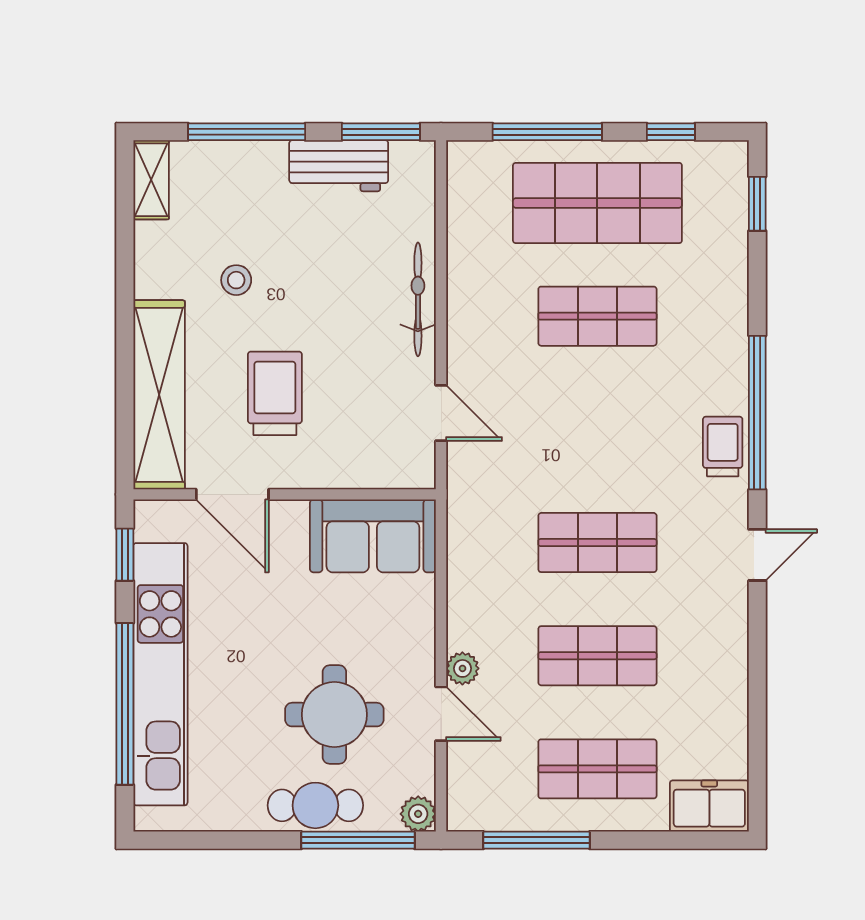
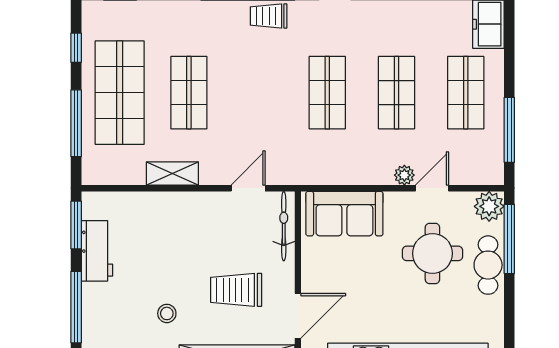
shelving: (465, 289) -> (172, 173), added
bicycle: (418, 299) -> (284, 226), moved, turned 90
sofa: (373, 536) -> (344, 214), moved, turned 90
plant: (418, 814) -> (489, 206), width x1.38, depth x1.38

